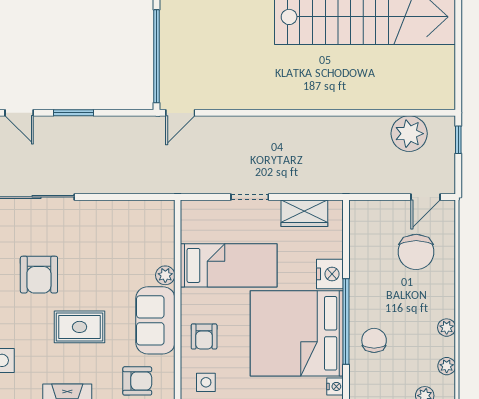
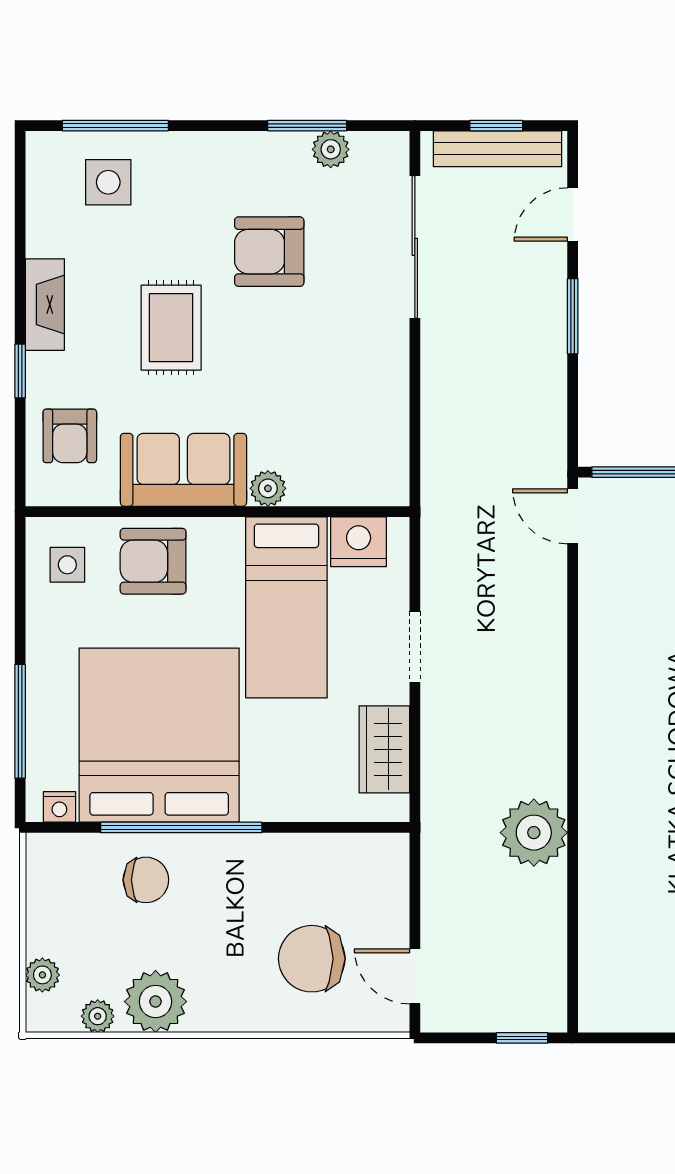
plant: (409, 134) -> (534, 833), moved
nightstand: (330, 274) -> (359, 542), moved, turned 180
plant: (447, 328) -> (156, 1002), width x1.88, depth x1.88
armchair: (204, 337) -> (153, 561), width x1.38, depth x1.38

